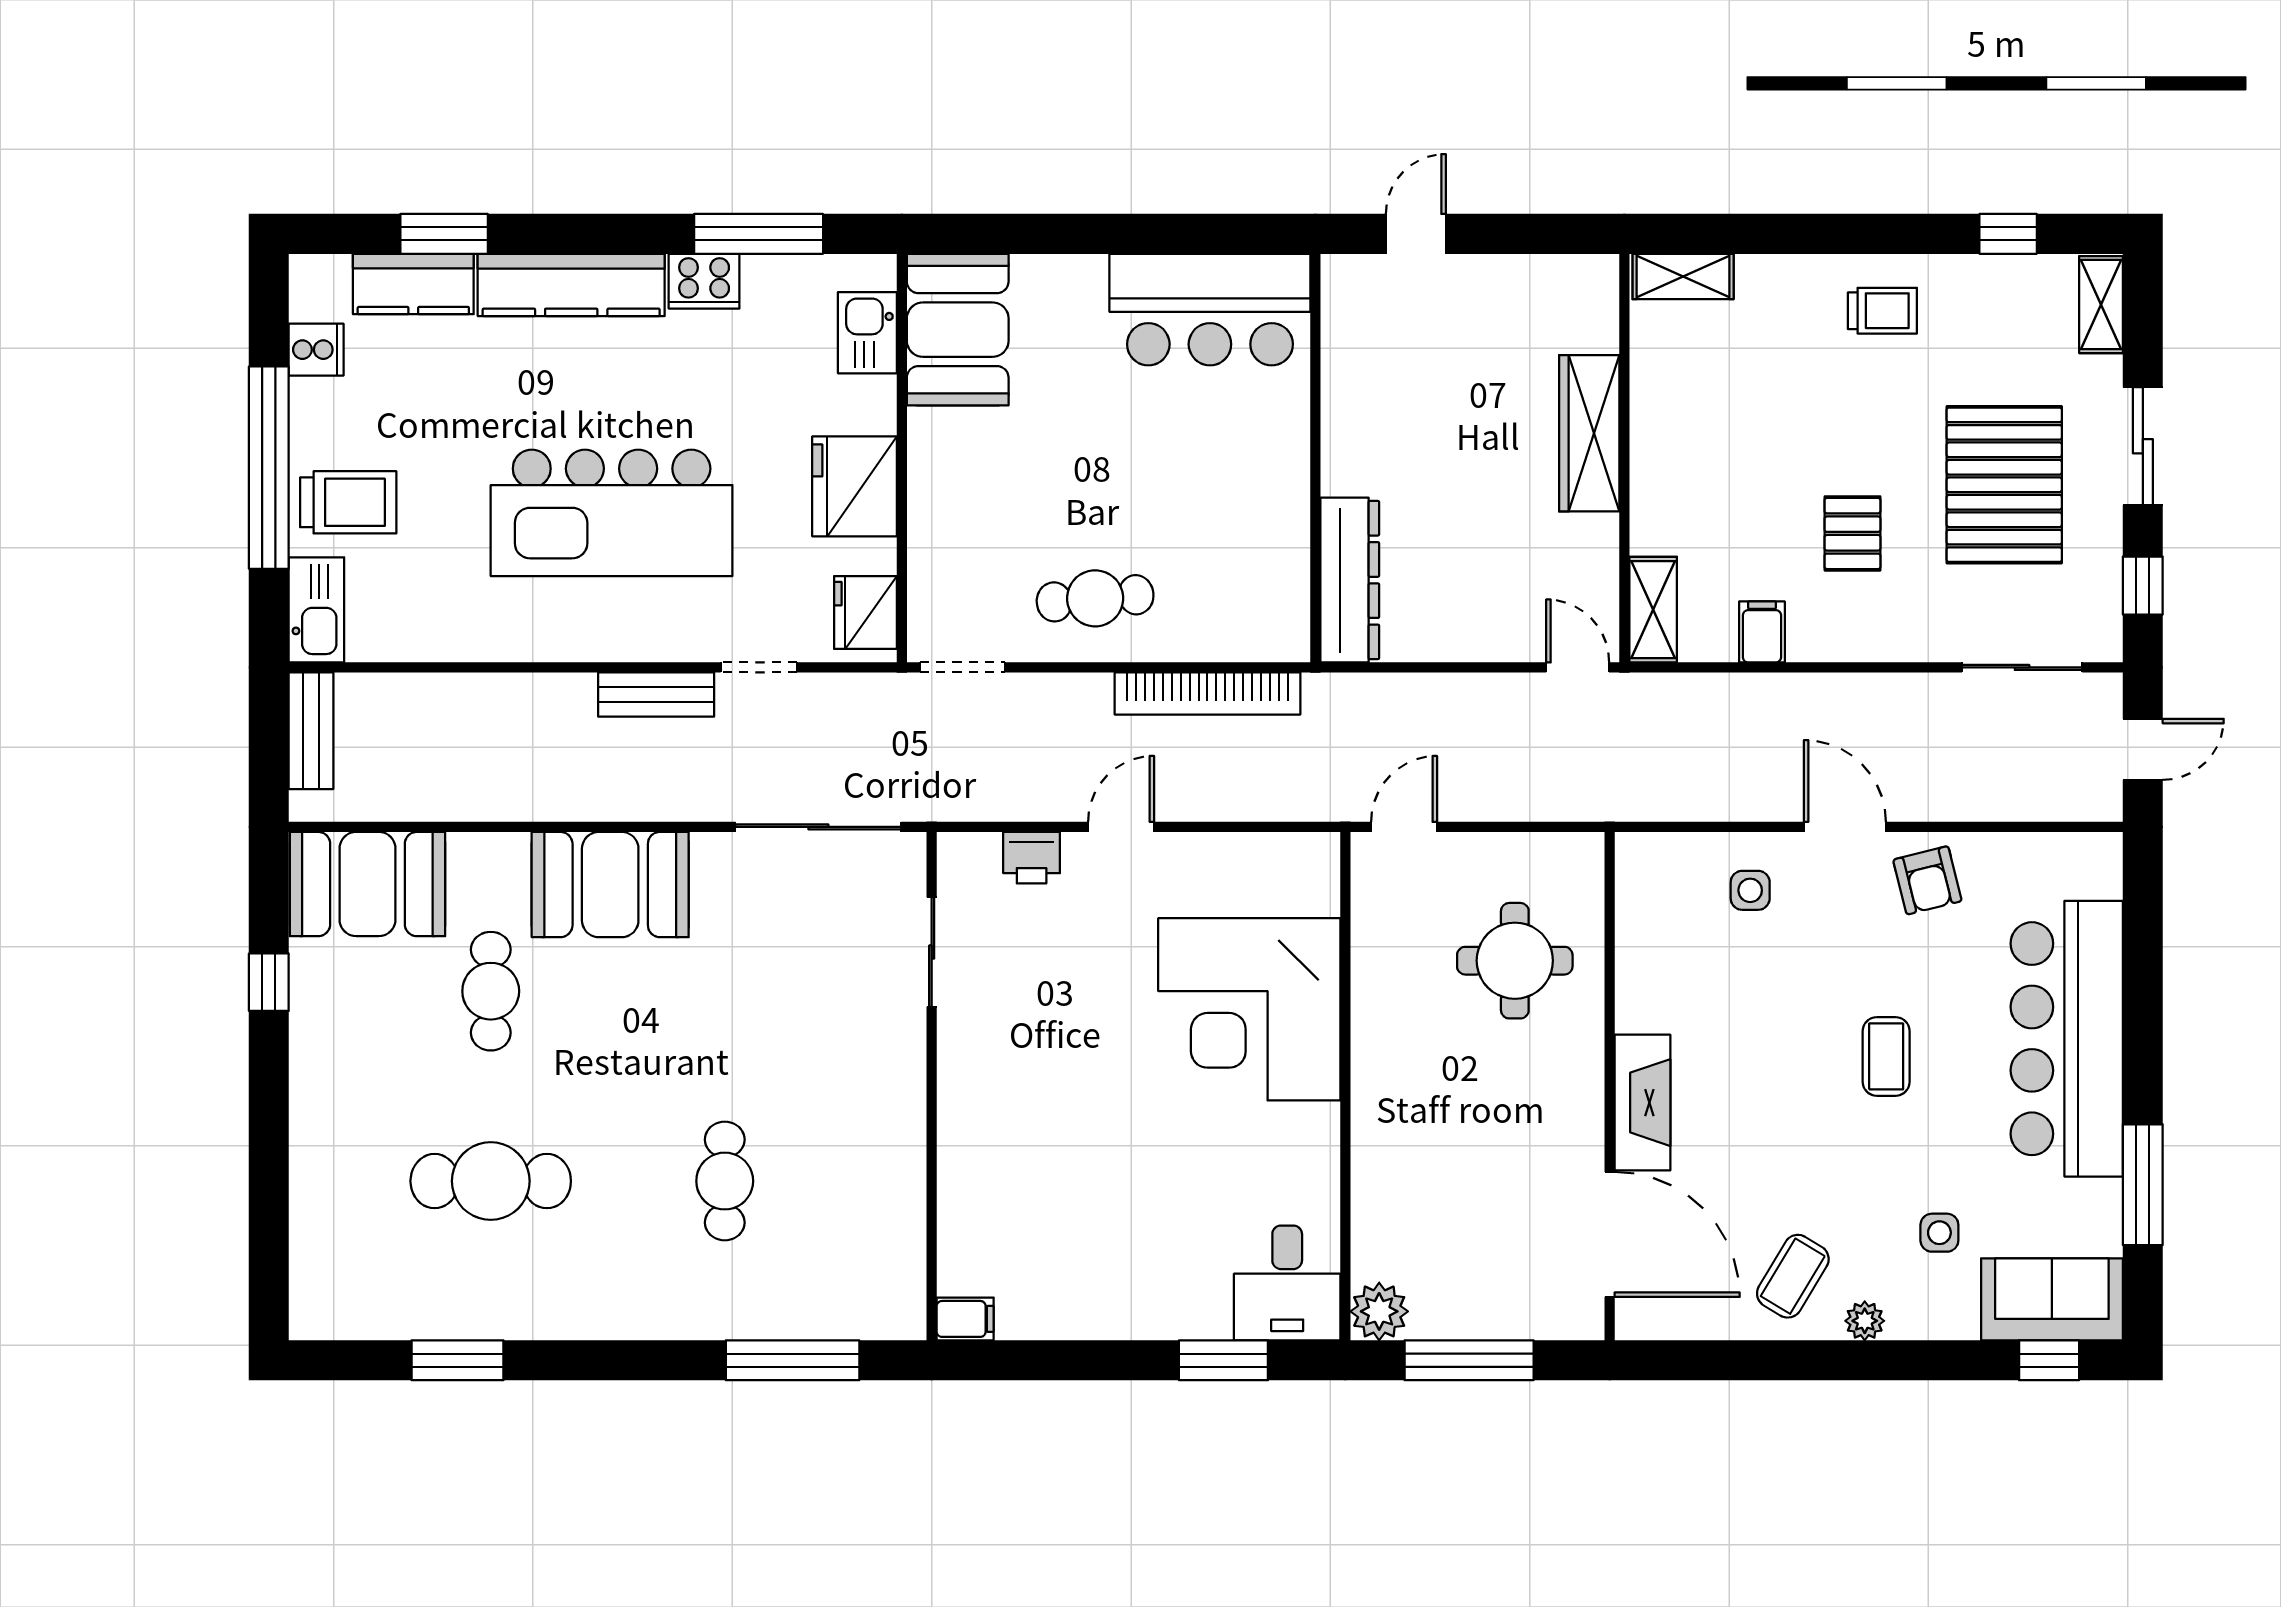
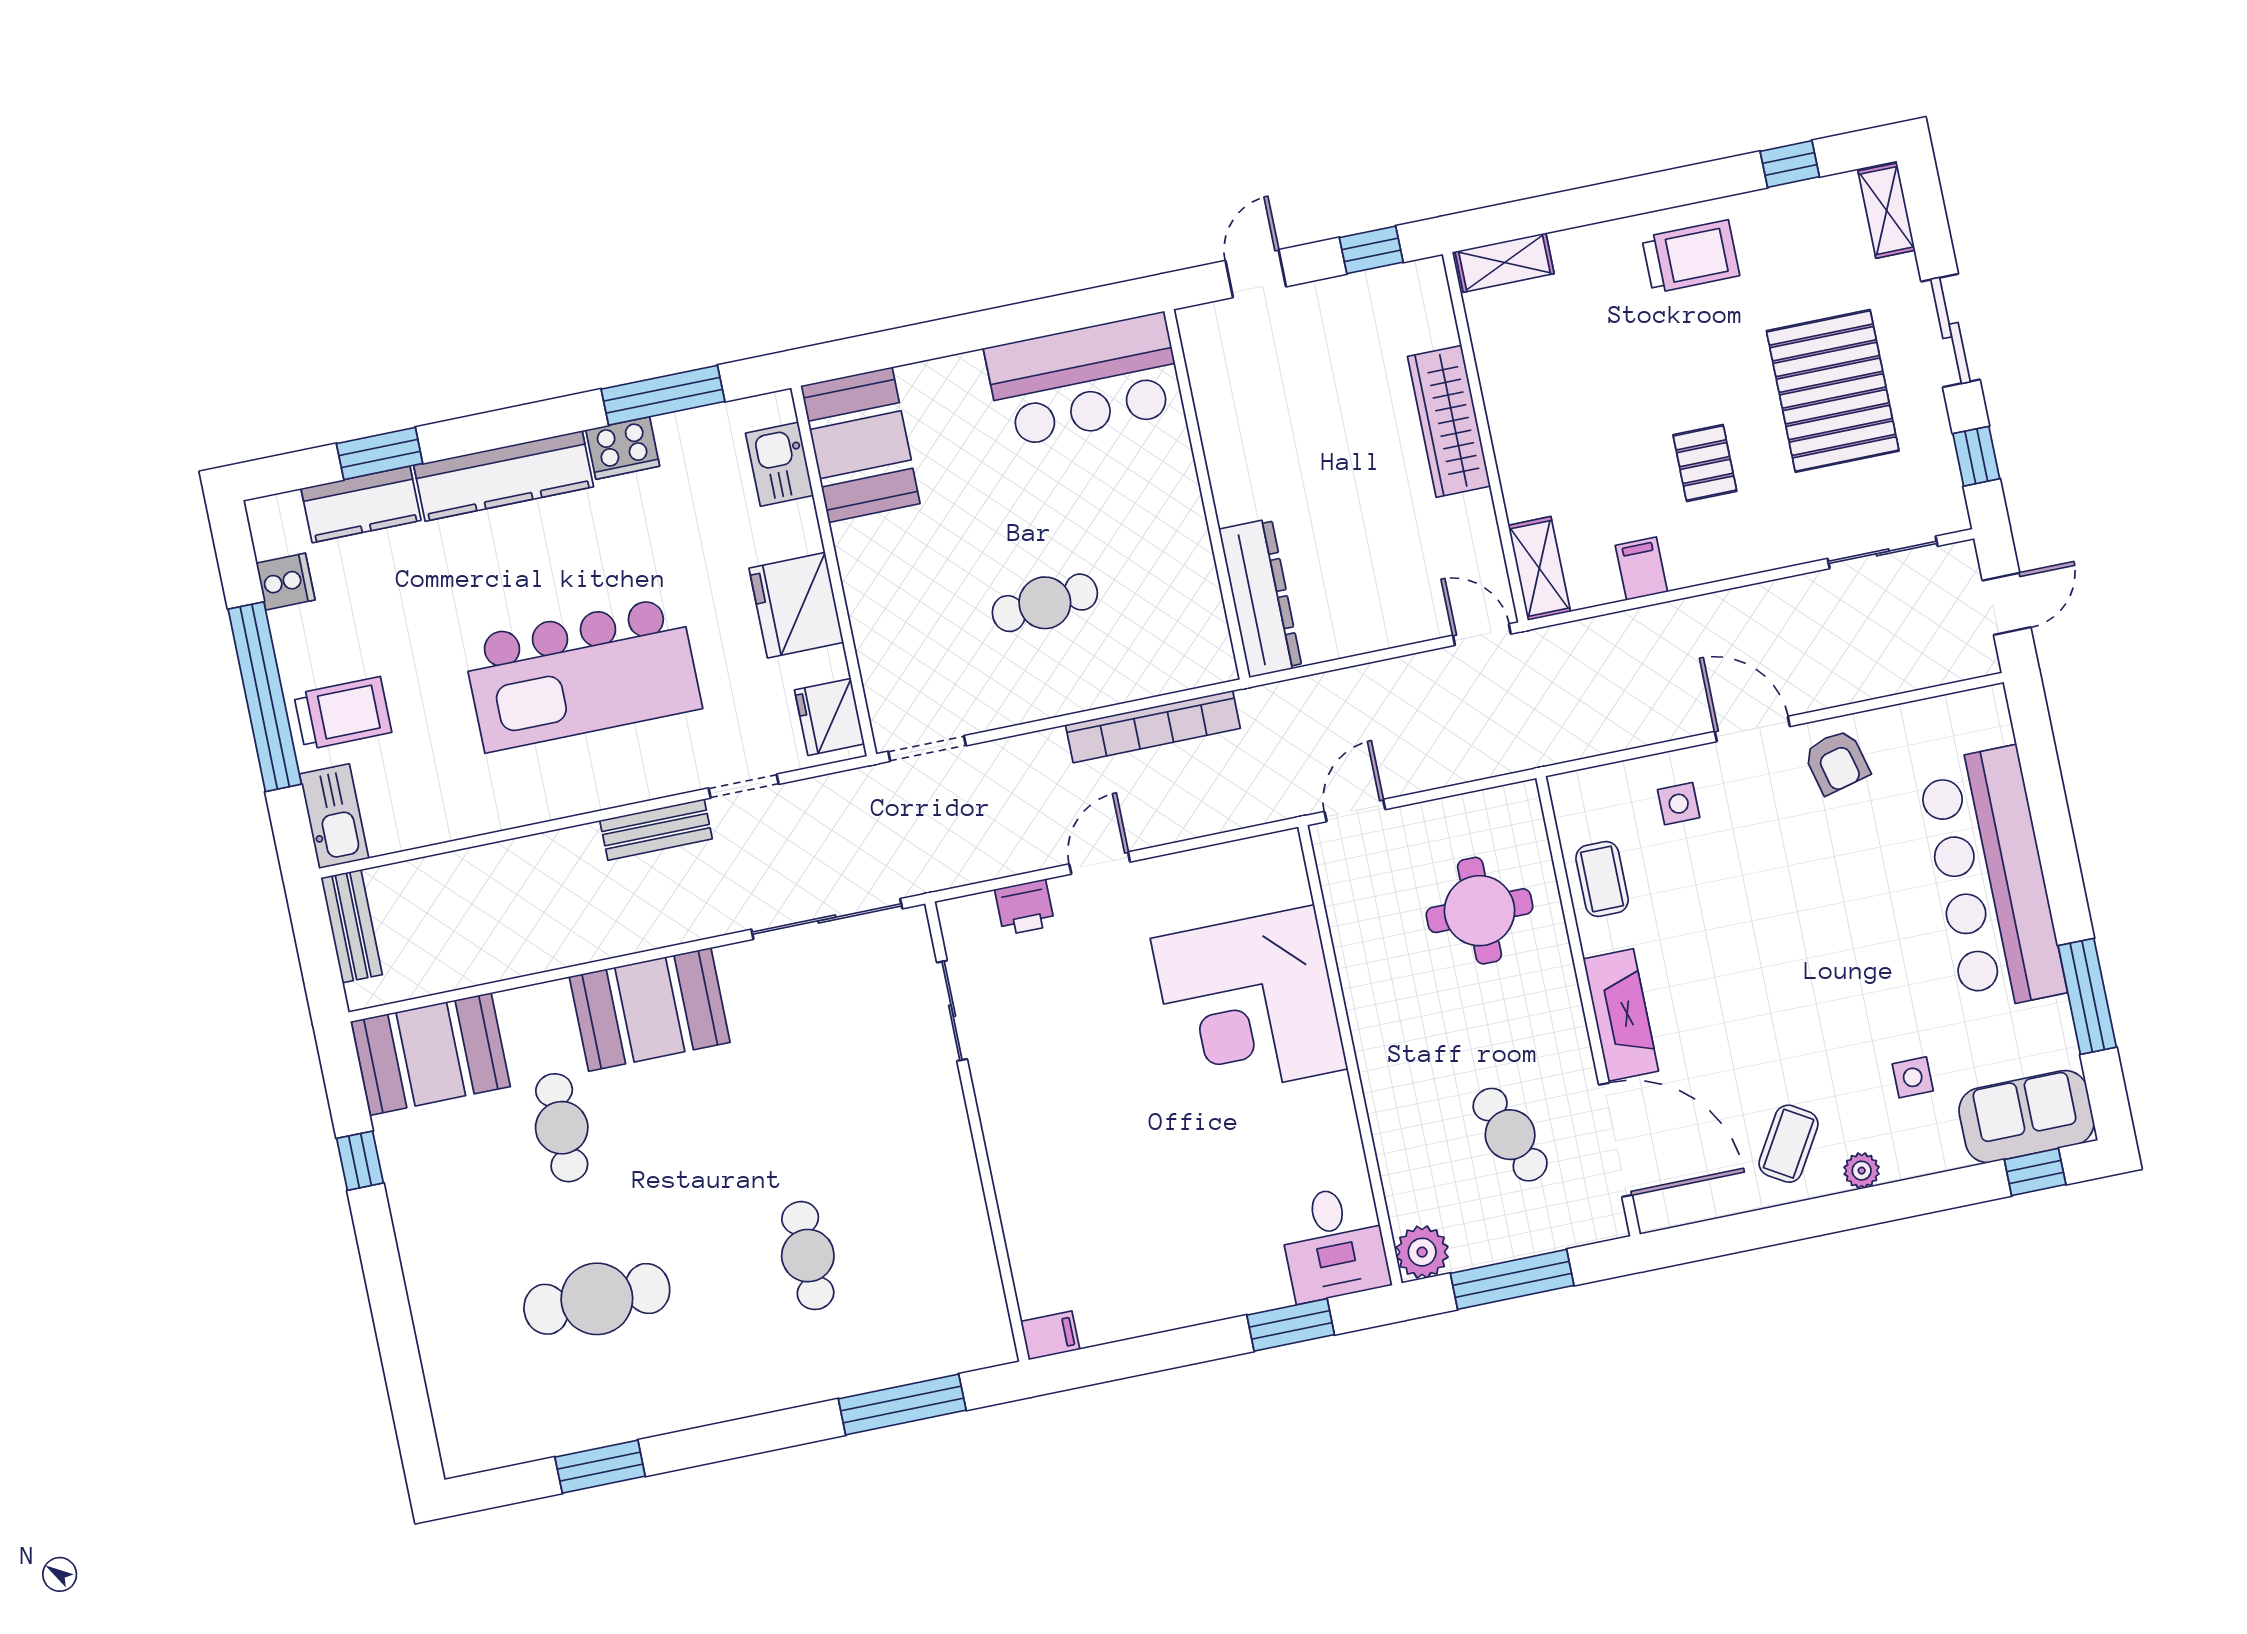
window: (1544, 234) -> (1371, 250), added
trolley: (1882, 311) -> (1691, 257), width x1.36, depth x1.39
cafe table: (1095, 598) -> (1045, 603), moved
coffee table: (1886, 1056) -> (1602, 879), moved
cafe table: (1498, 1206) -> (1510, 1135), added

